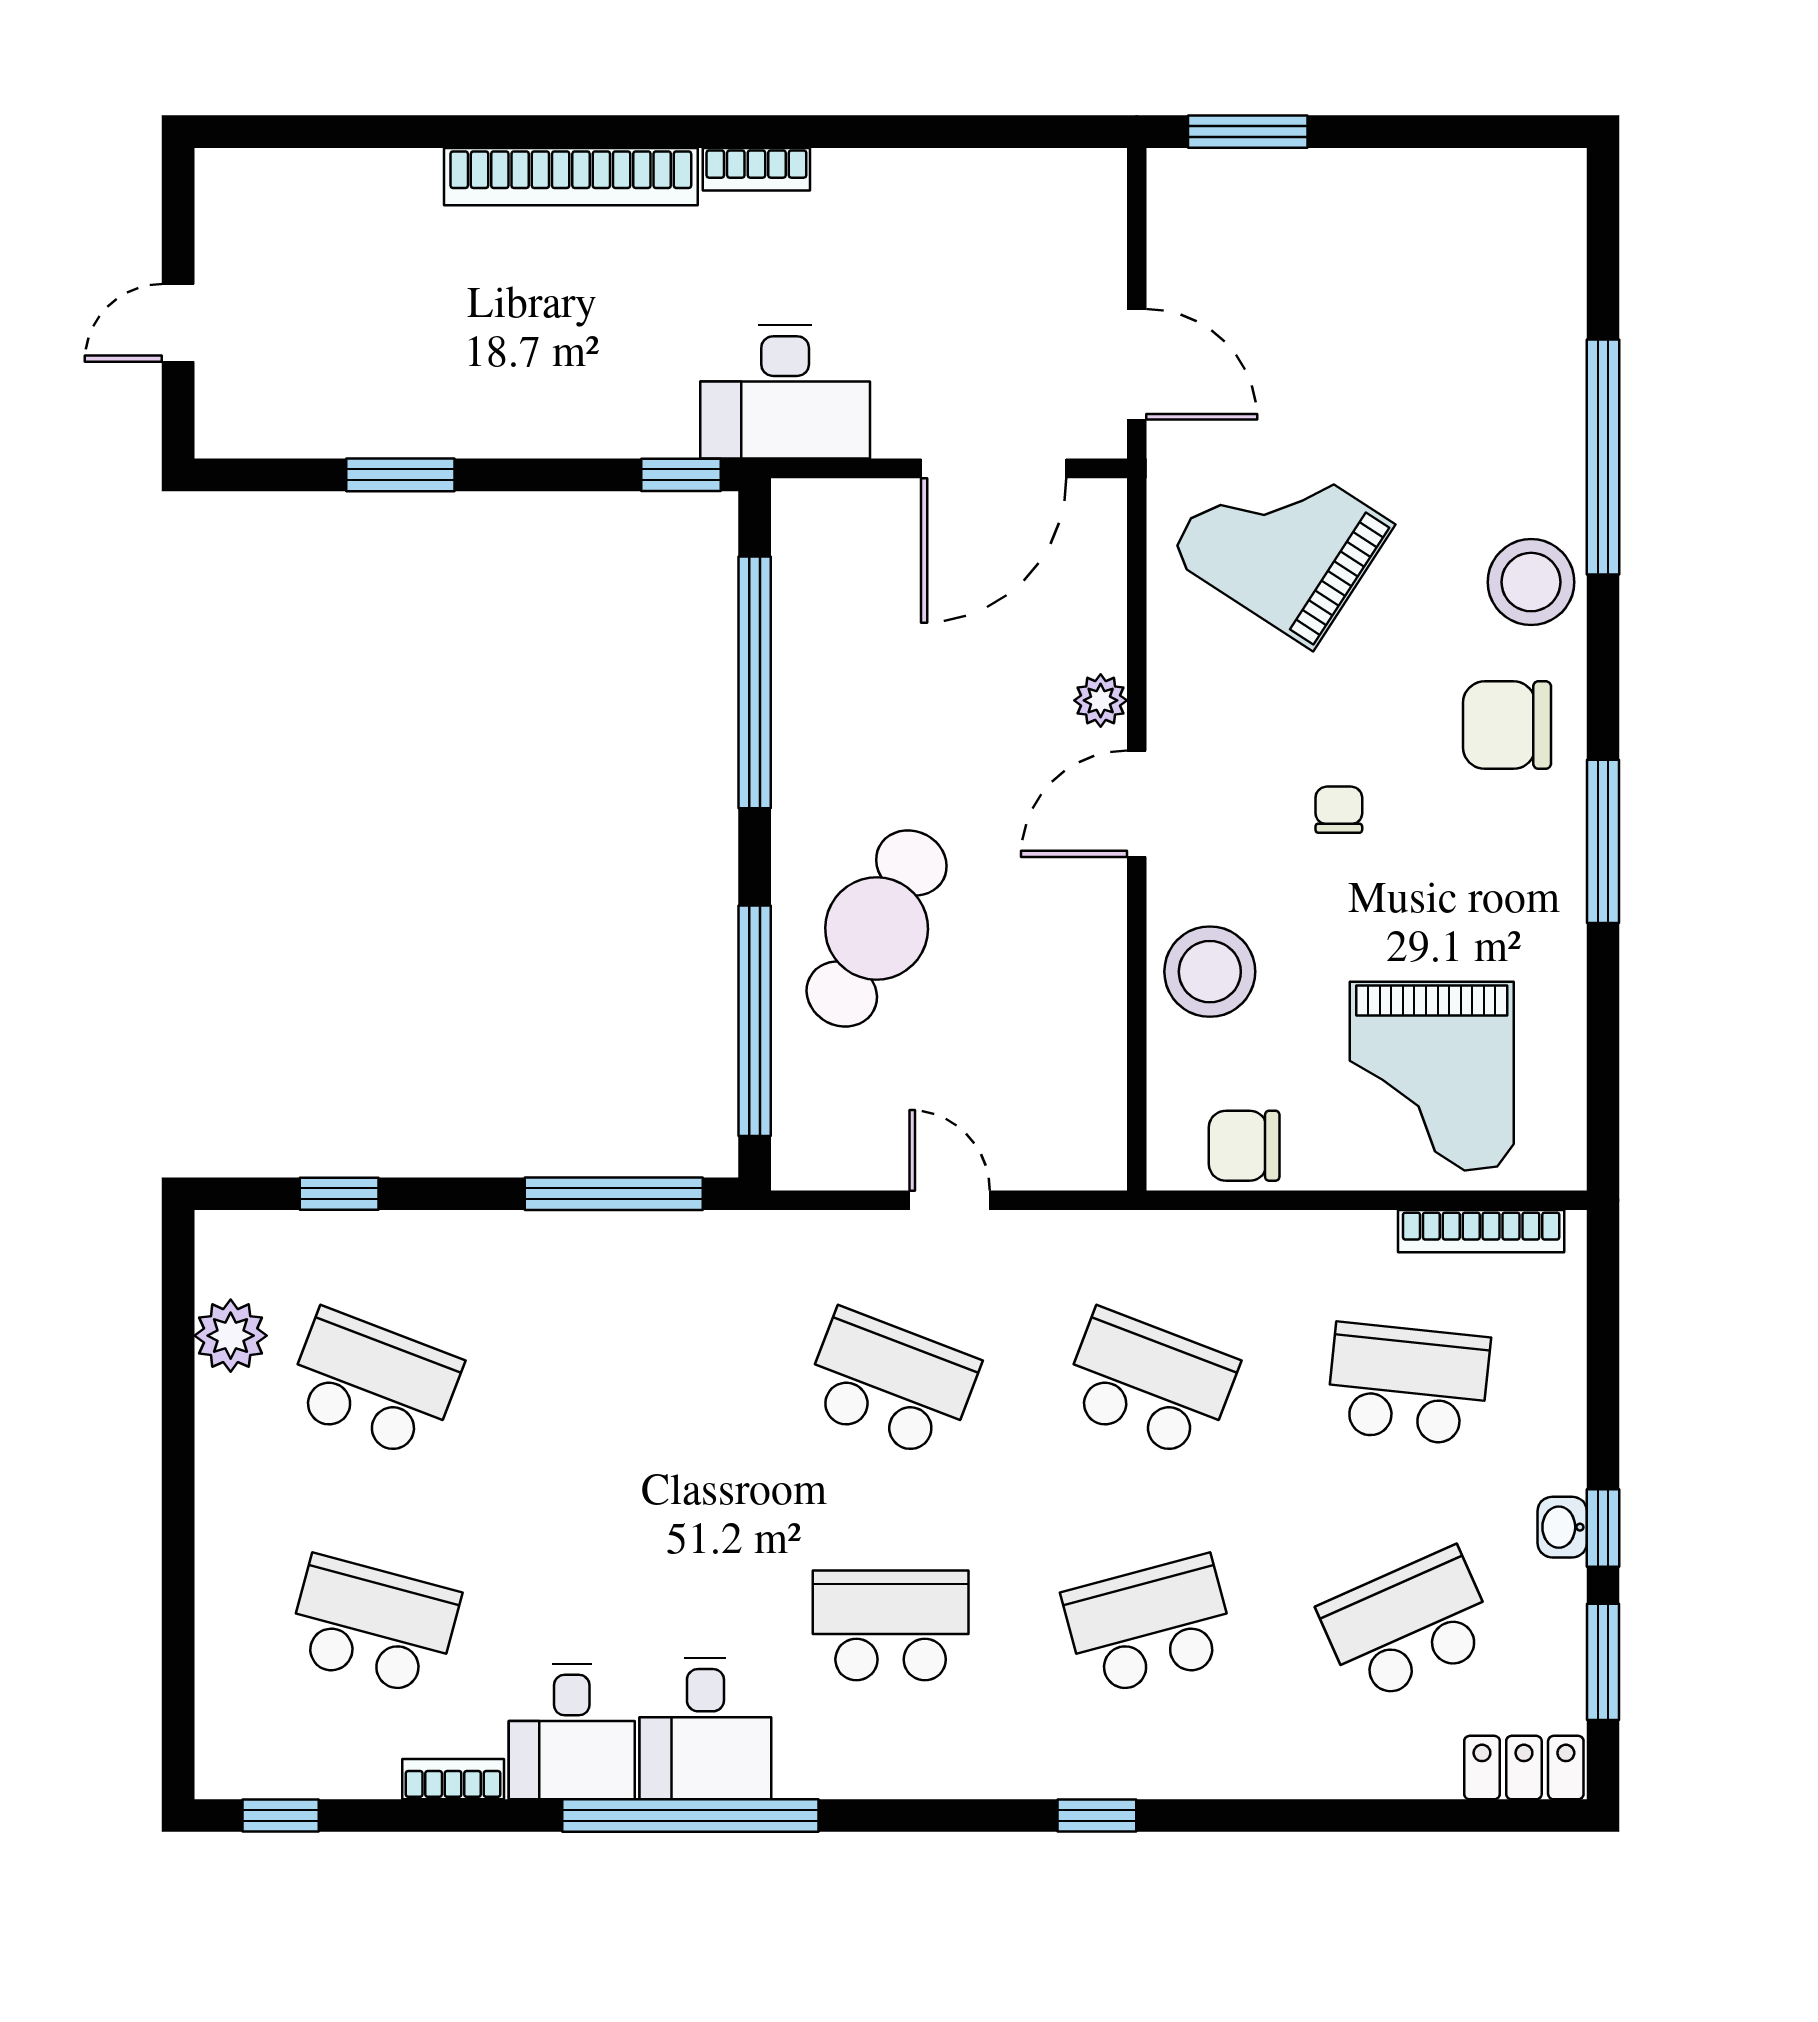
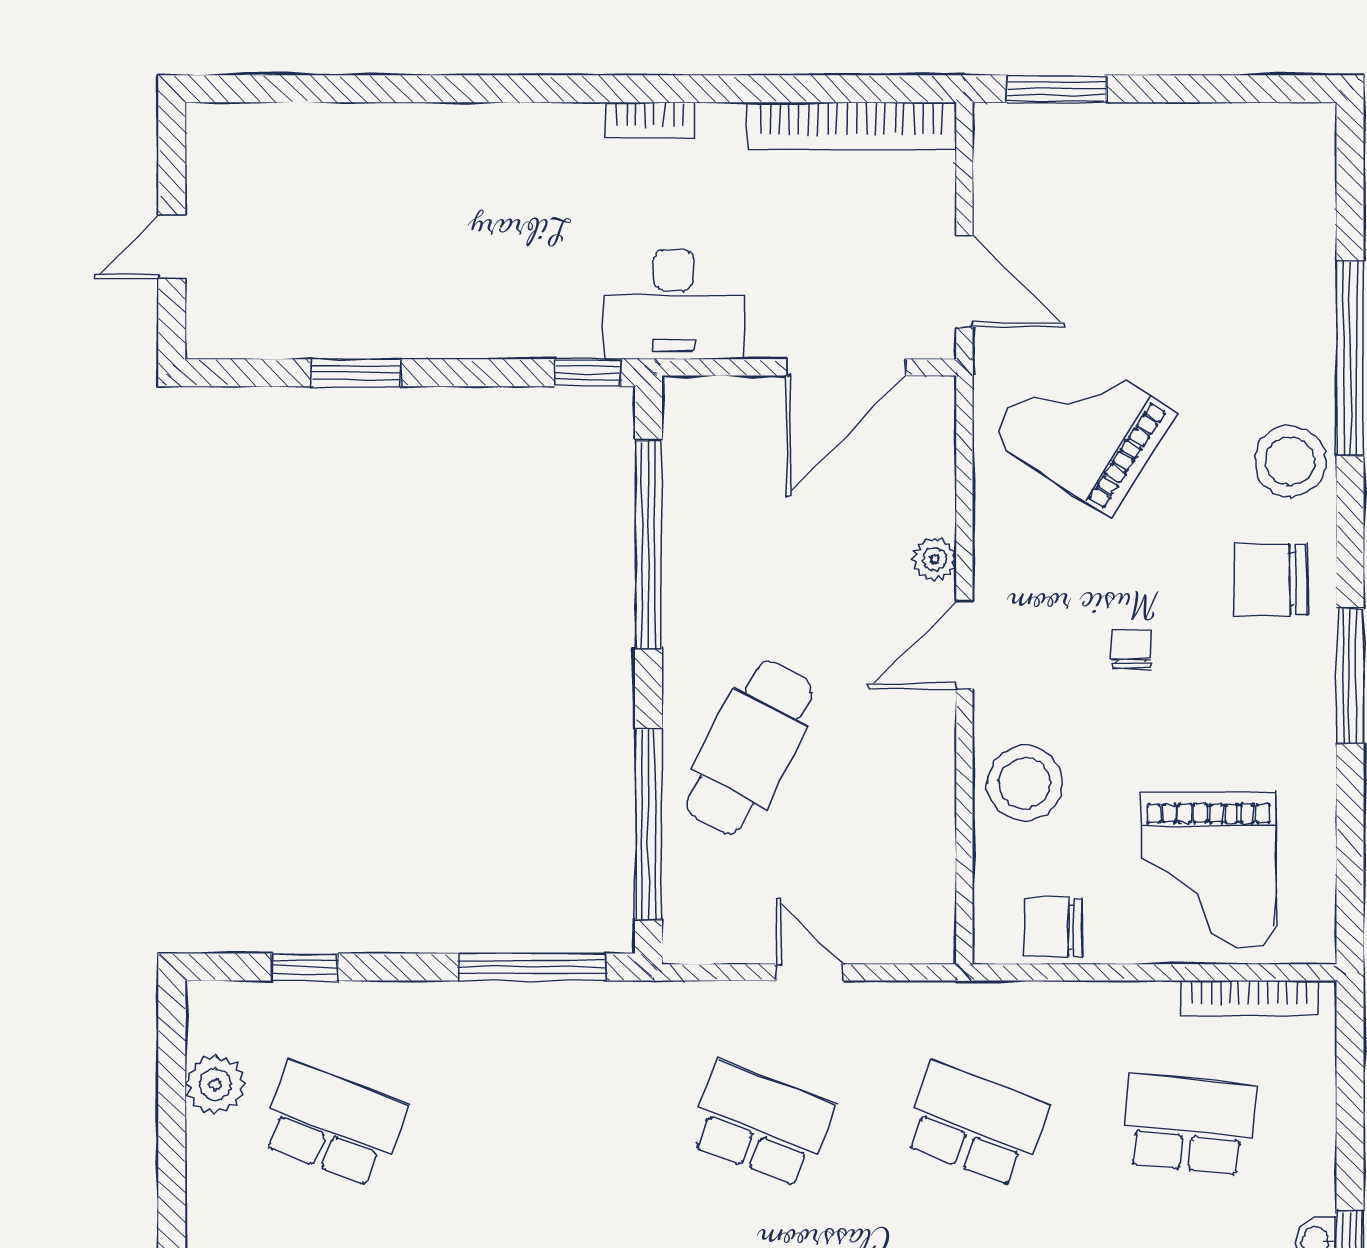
bookcase: (571, 177) -> (851, 126), moved

